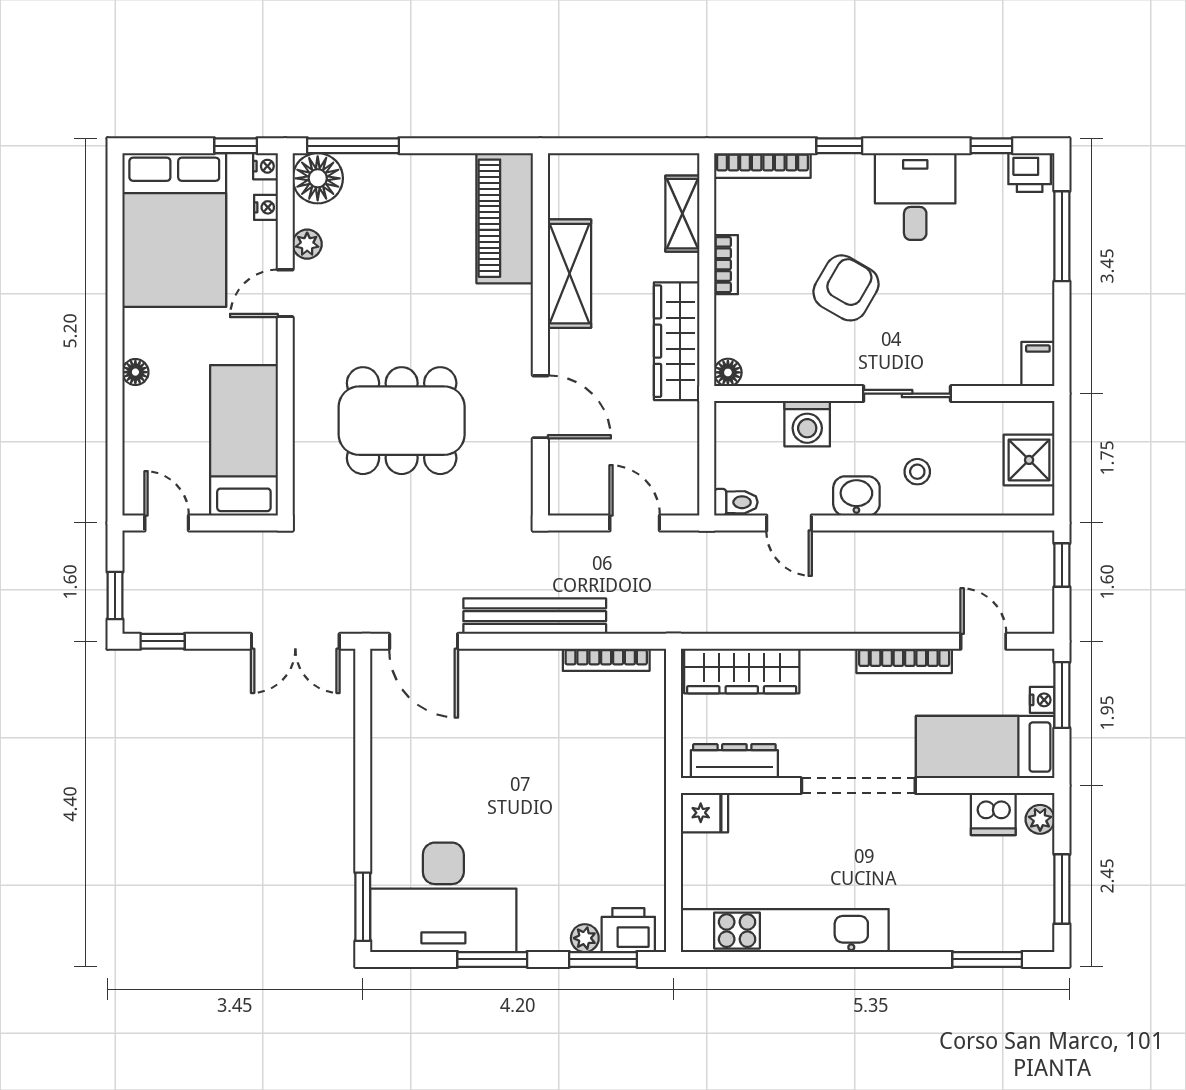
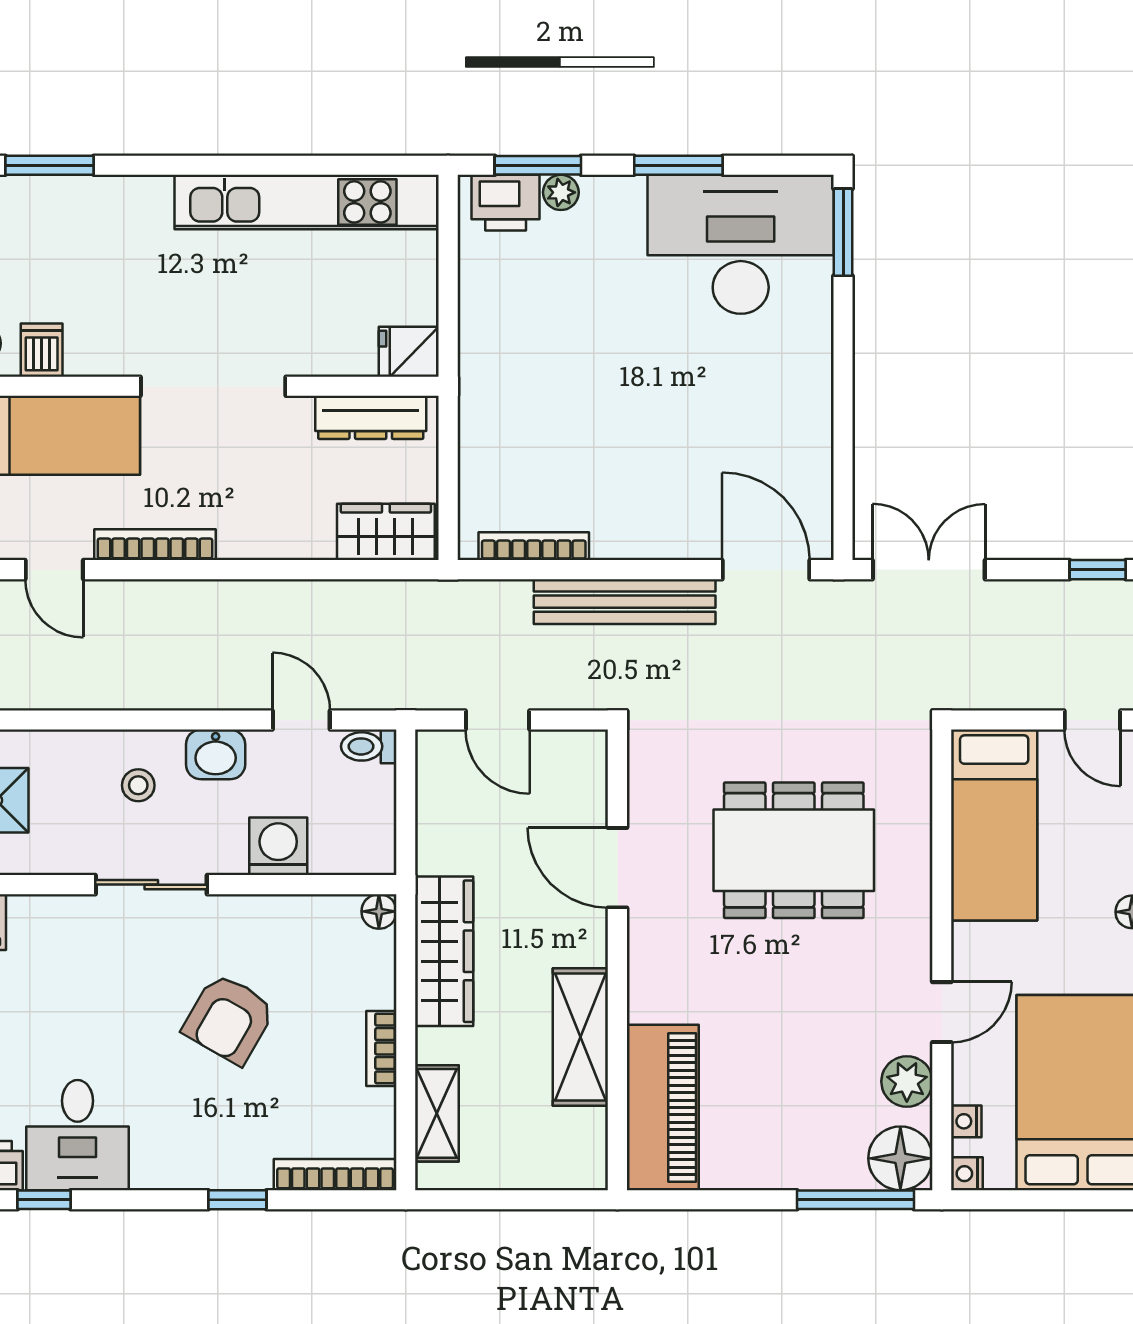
window: (236, 146) -> (1005, 1200), removed
desk: (915, 197) -> (78, 1135), moved
plant: (307, 244) -> (907, 1081), width x1.38, depth x1.38
wardrobe: (742, 671) -> (386, 532), width x0.67
dishwasher: (993, 814) -> (42, 350), width x0.73

